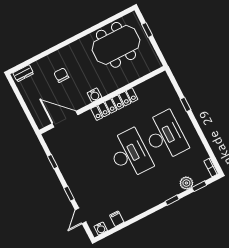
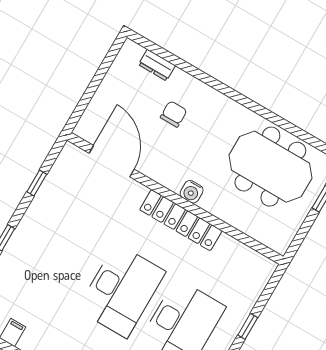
dresser: (23, 73) -> (157, 65), moved
water cooler: (94, 95) -> (192, 192), moved

